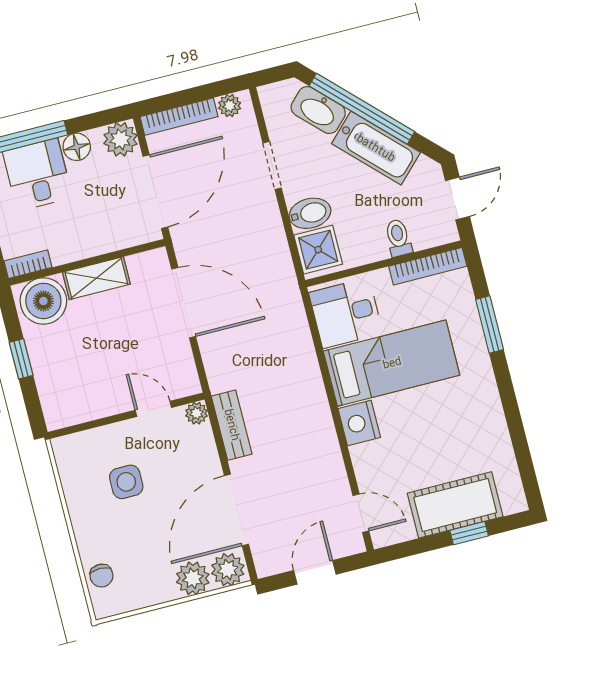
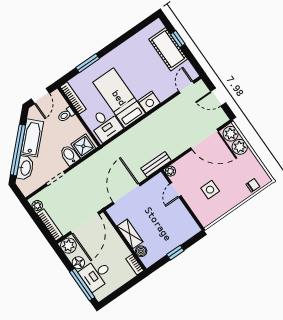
door: (155, 192) -> (85, 223), swing flipped
door: (457, 198) -> (40, 96), swing flipped
boiler: (43, 301) -> (141, 251), width x0.54, depth x0.54
bench: (232, 425) -> (156, 164), moved

